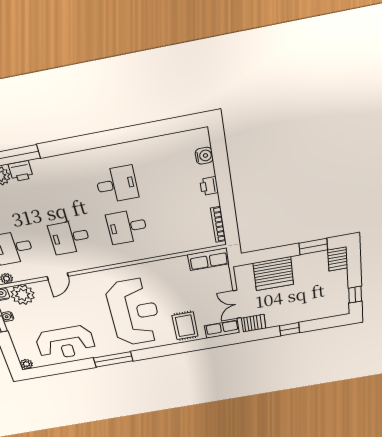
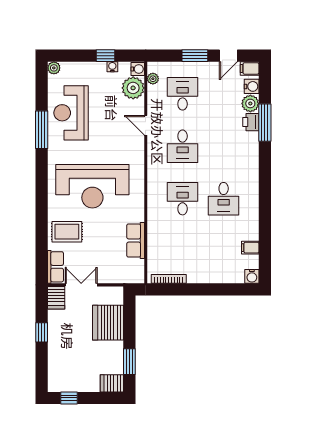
filing cabinet: (167, 144) -> (250, 248), added
water cooler: (204, 156) -> (252, 276), moved
printer: (209, 186) -> (207, 276), removed
desk: (70, 237) -> (183, 146), turned 180
row of seats: (208, 259) -> (136, 241), moved
window: (113, 359) -> (42, 130), moved

